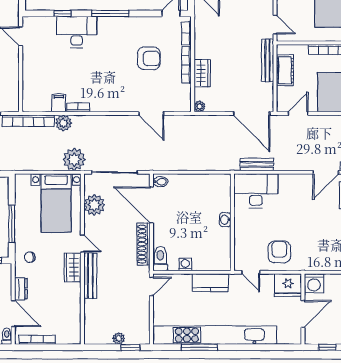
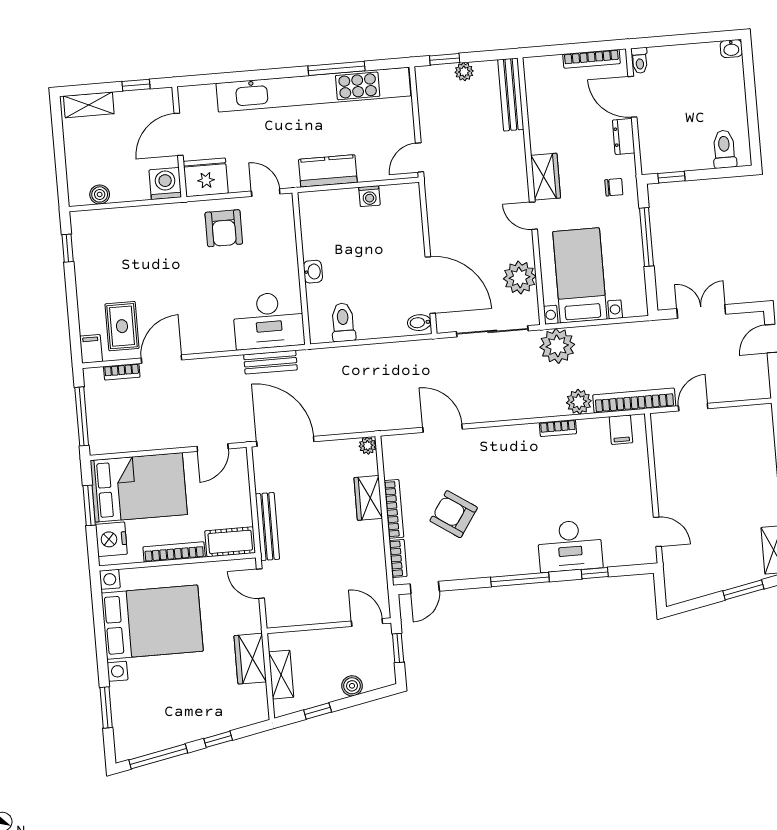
armchair: (149, 58) -> (454, 514), turned 34
cot: (285, 70) -> (230, 542), moved, turned 90
filing cabinet: (59, 103) -> (621, 430), moved
shoe rack: (143, 244) -> (438, 223), removed
toilet: (160, 259) -> (343, 322), moved, turned 180
bench: (90, 276) -> (511, 94), moved

